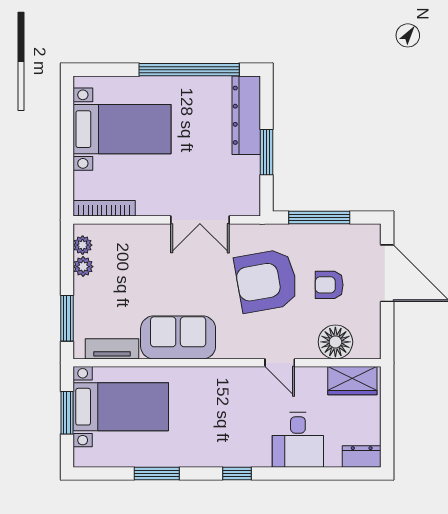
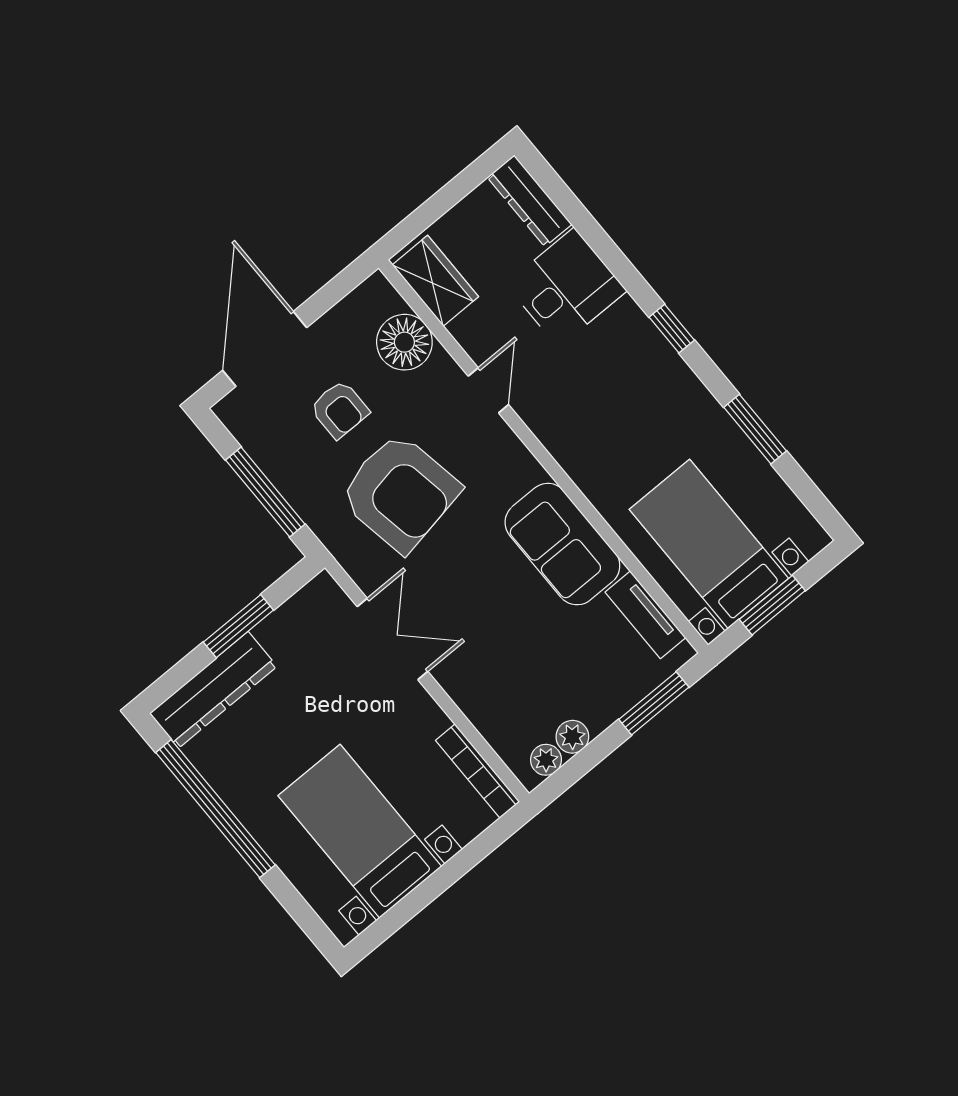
dresser: (362, 457) -> (530, 201), width x1.44

